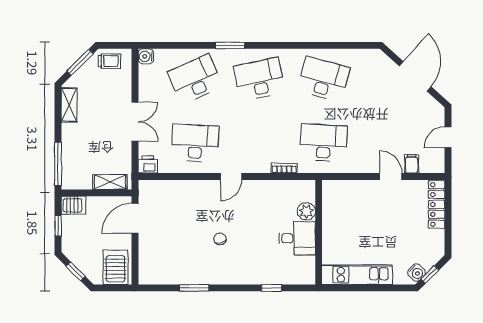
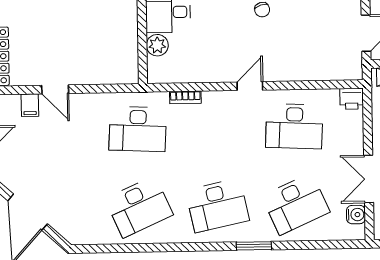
water cooler: (146, 56) -> (356, 215), moved
desk: (324, 79) -> (139, 207), turned -39
double door: (135, 122) -> (369, 179), moved

